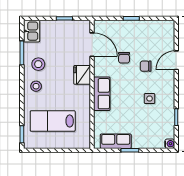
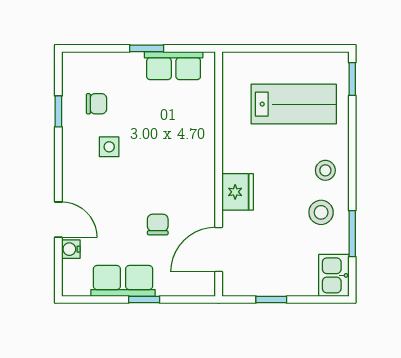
door: (92, 45) -> (219, 250), hinge flipped
door: (176, 60) -> (58, 220), hinge flipped
chair: (146, 66) -> (97, 104), moved
row of seats: (102, 94) -> (123, 281), moved, turned 90
water cooler: (170, 144) -> (71, 249), moved

